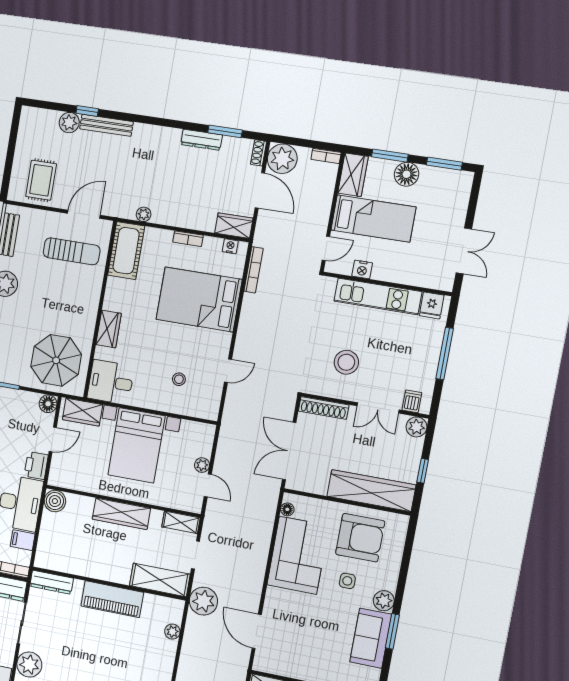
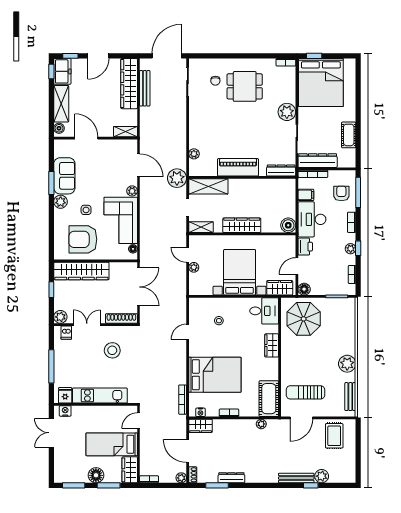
plant: (282, 159) -> (181, 478), width x0.53, depth x0.53
nightstand: (362, 269) -> (65, 411), moved
plant: (273, 596) -> (132, 191), added

